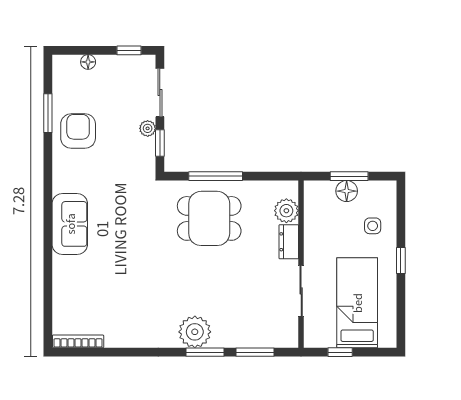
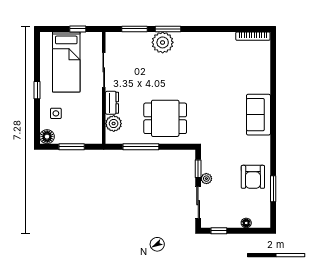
window: (216, 176) -> (141, 147), moved
floor lamp: (347, 191) -> (47, 137), moved
plant: (195, 332) -> (163, 42), moved

